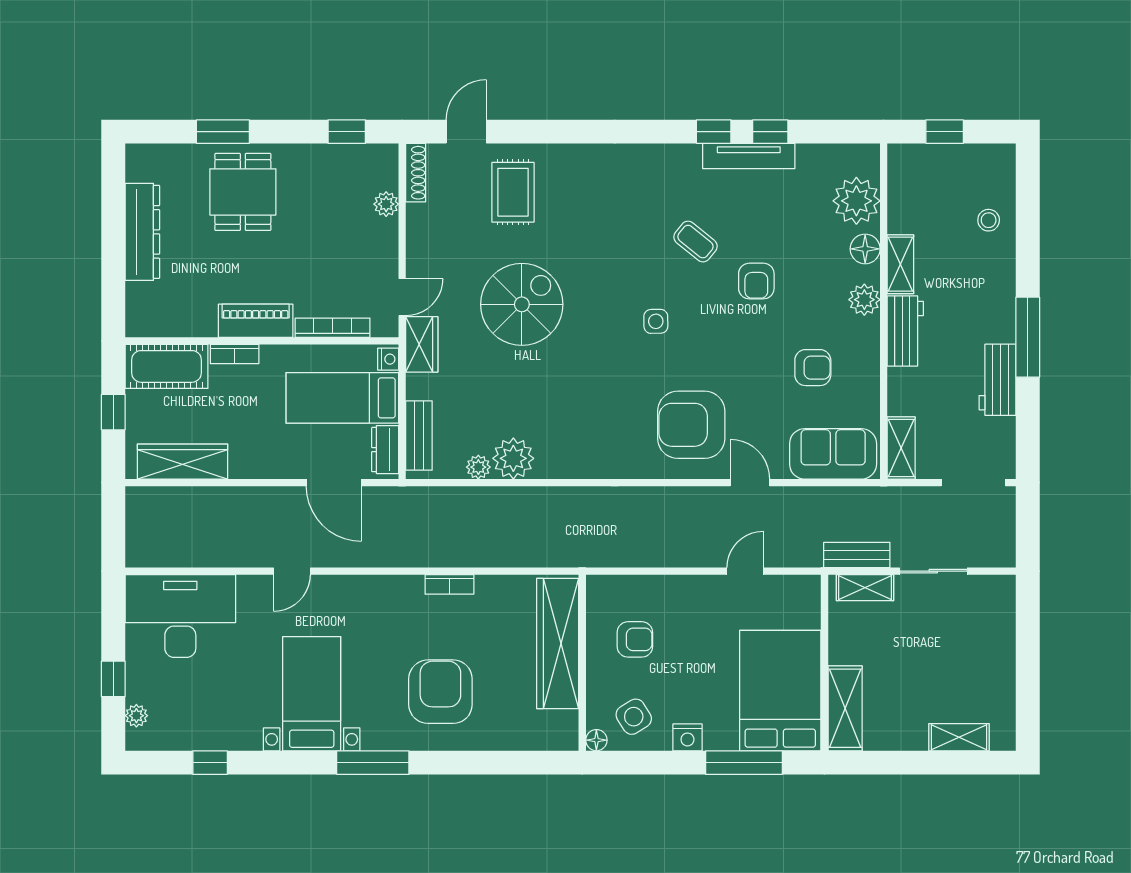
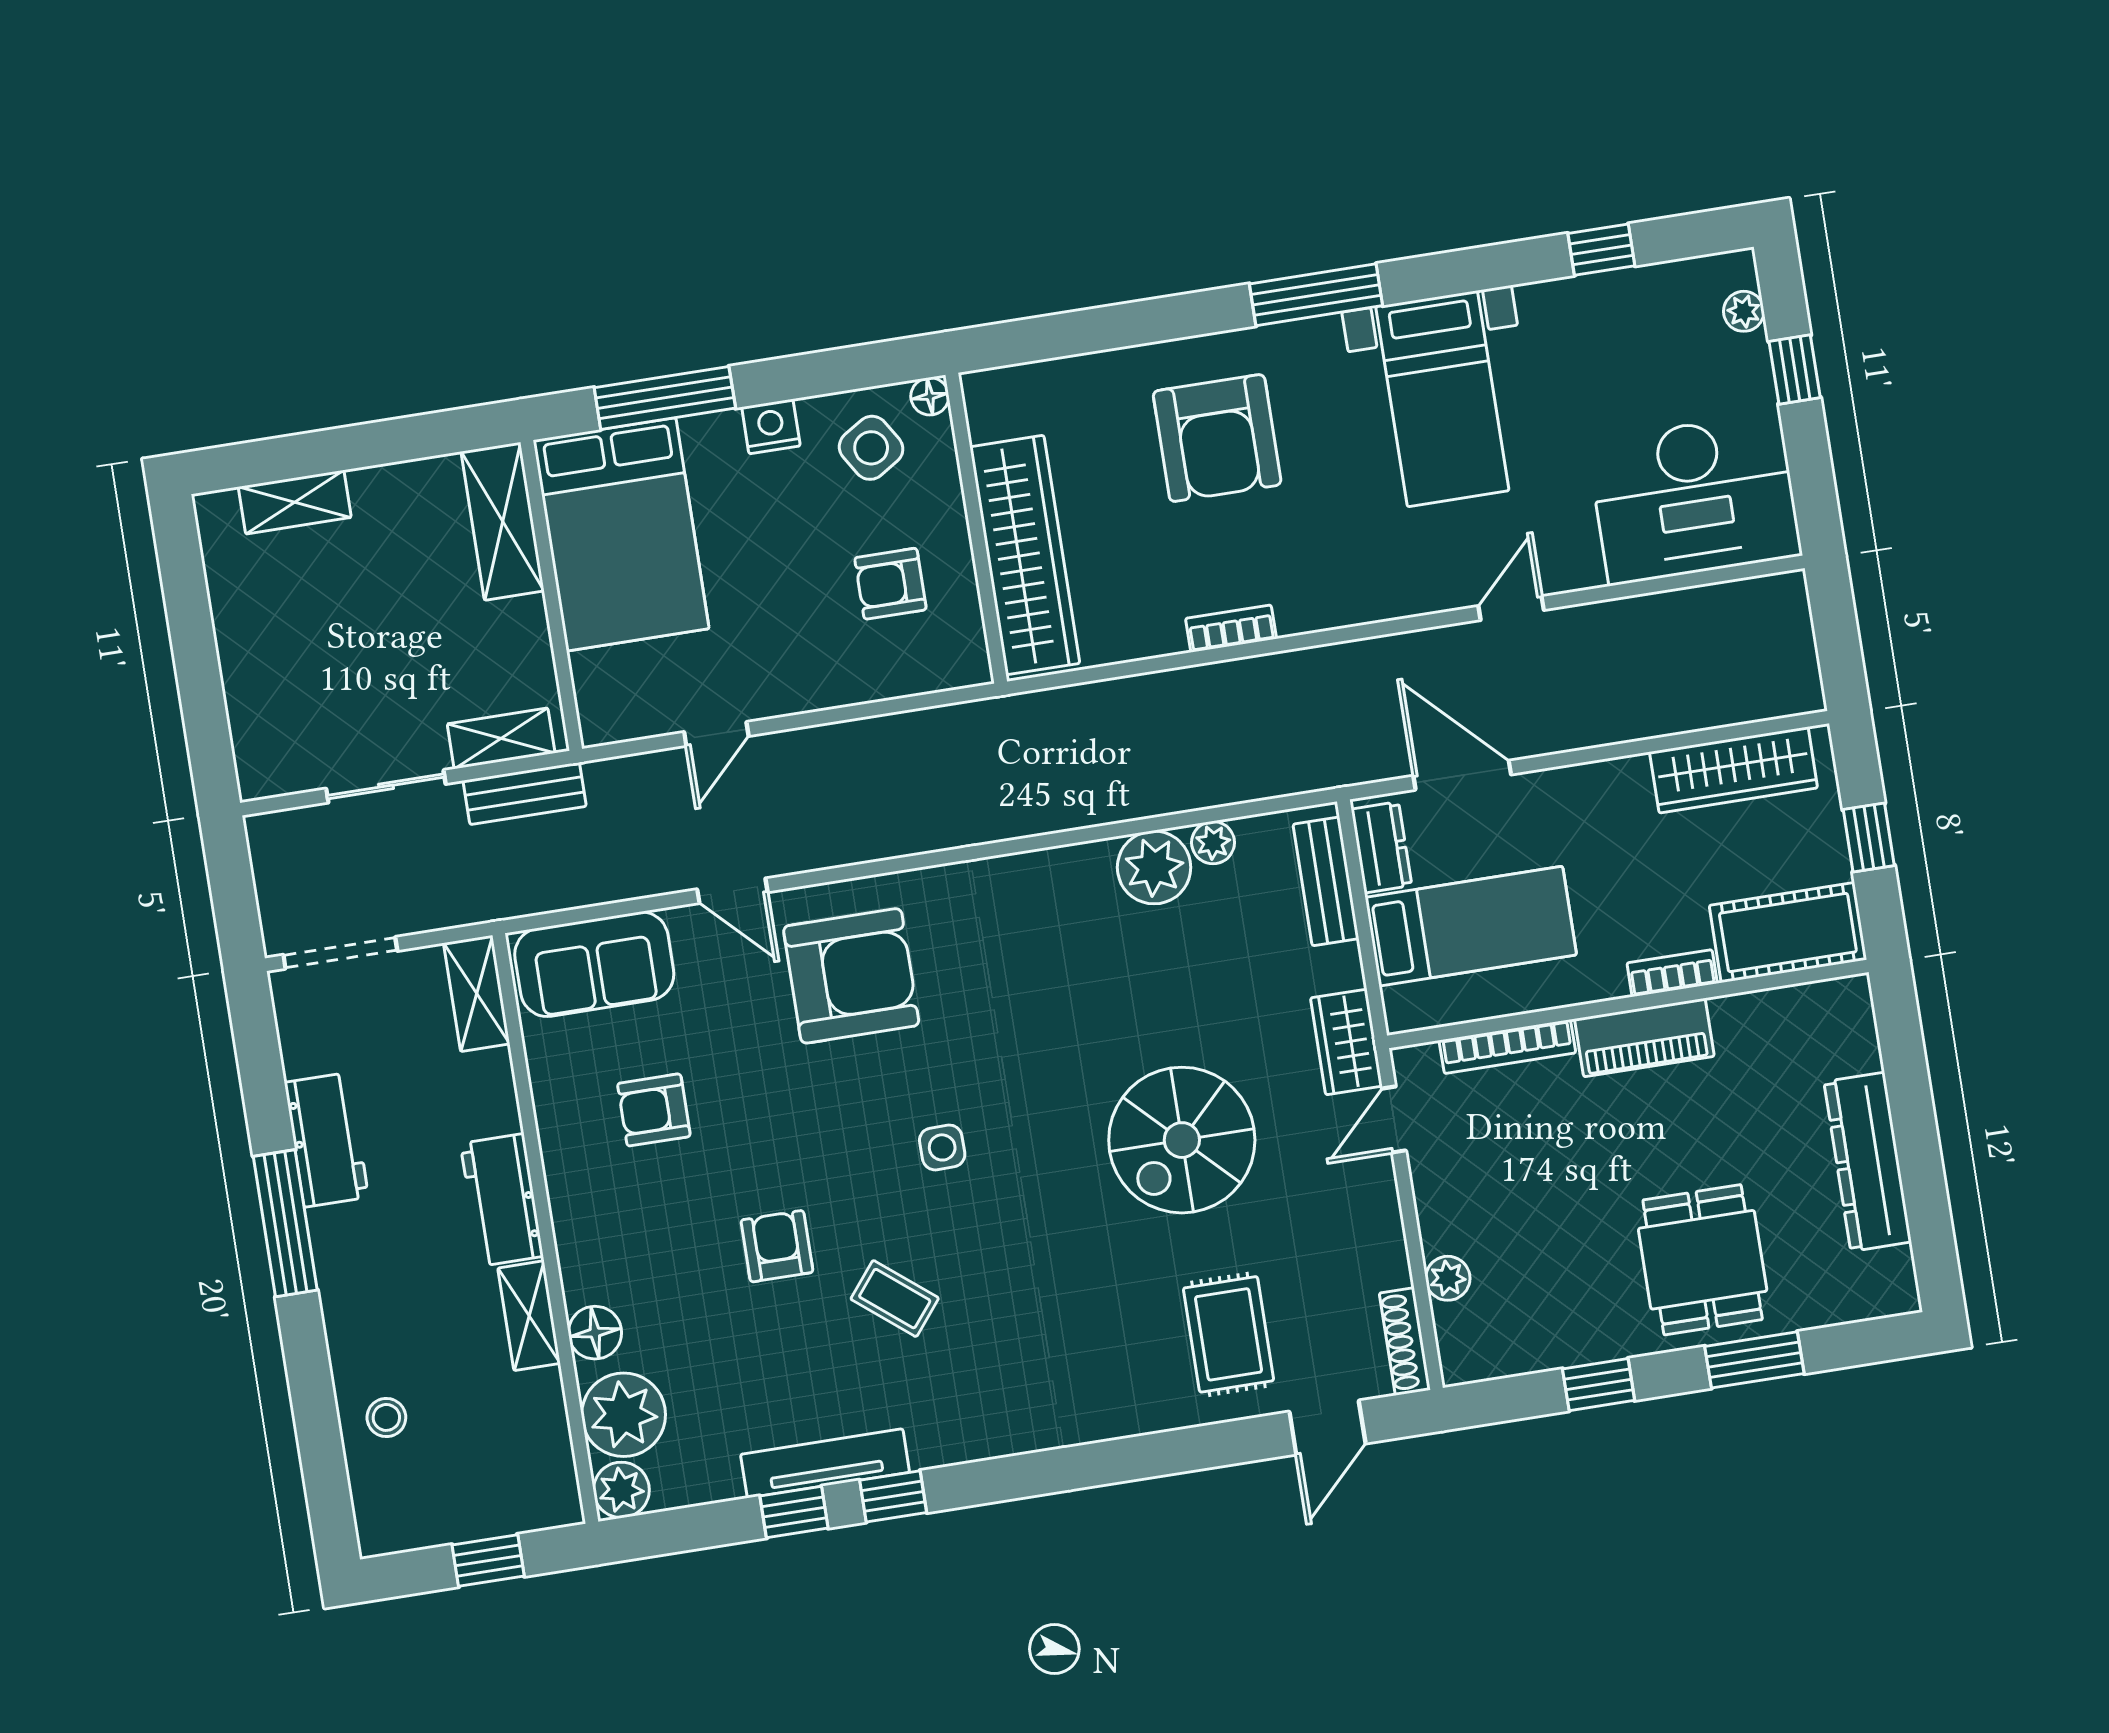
window: (347, 132) -> (1599, 1385), moved
plant: (864, 300) -> (621, 1490), moved
nightstand: (388, 359) -> (1401, 1007), removed

